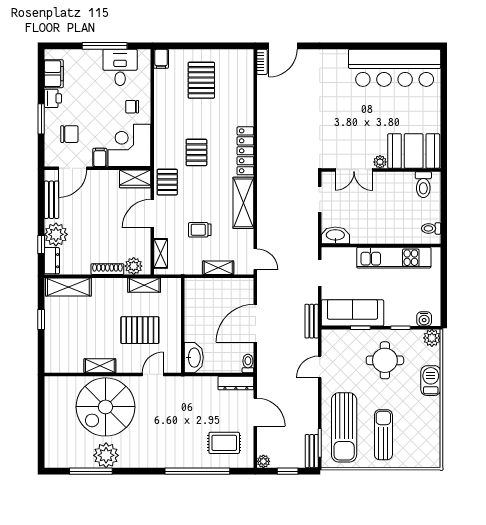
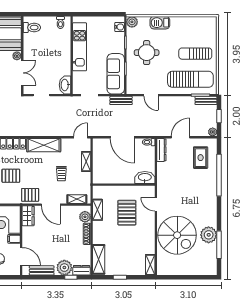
shelving: (100, 366) -> (150, 265), moved

